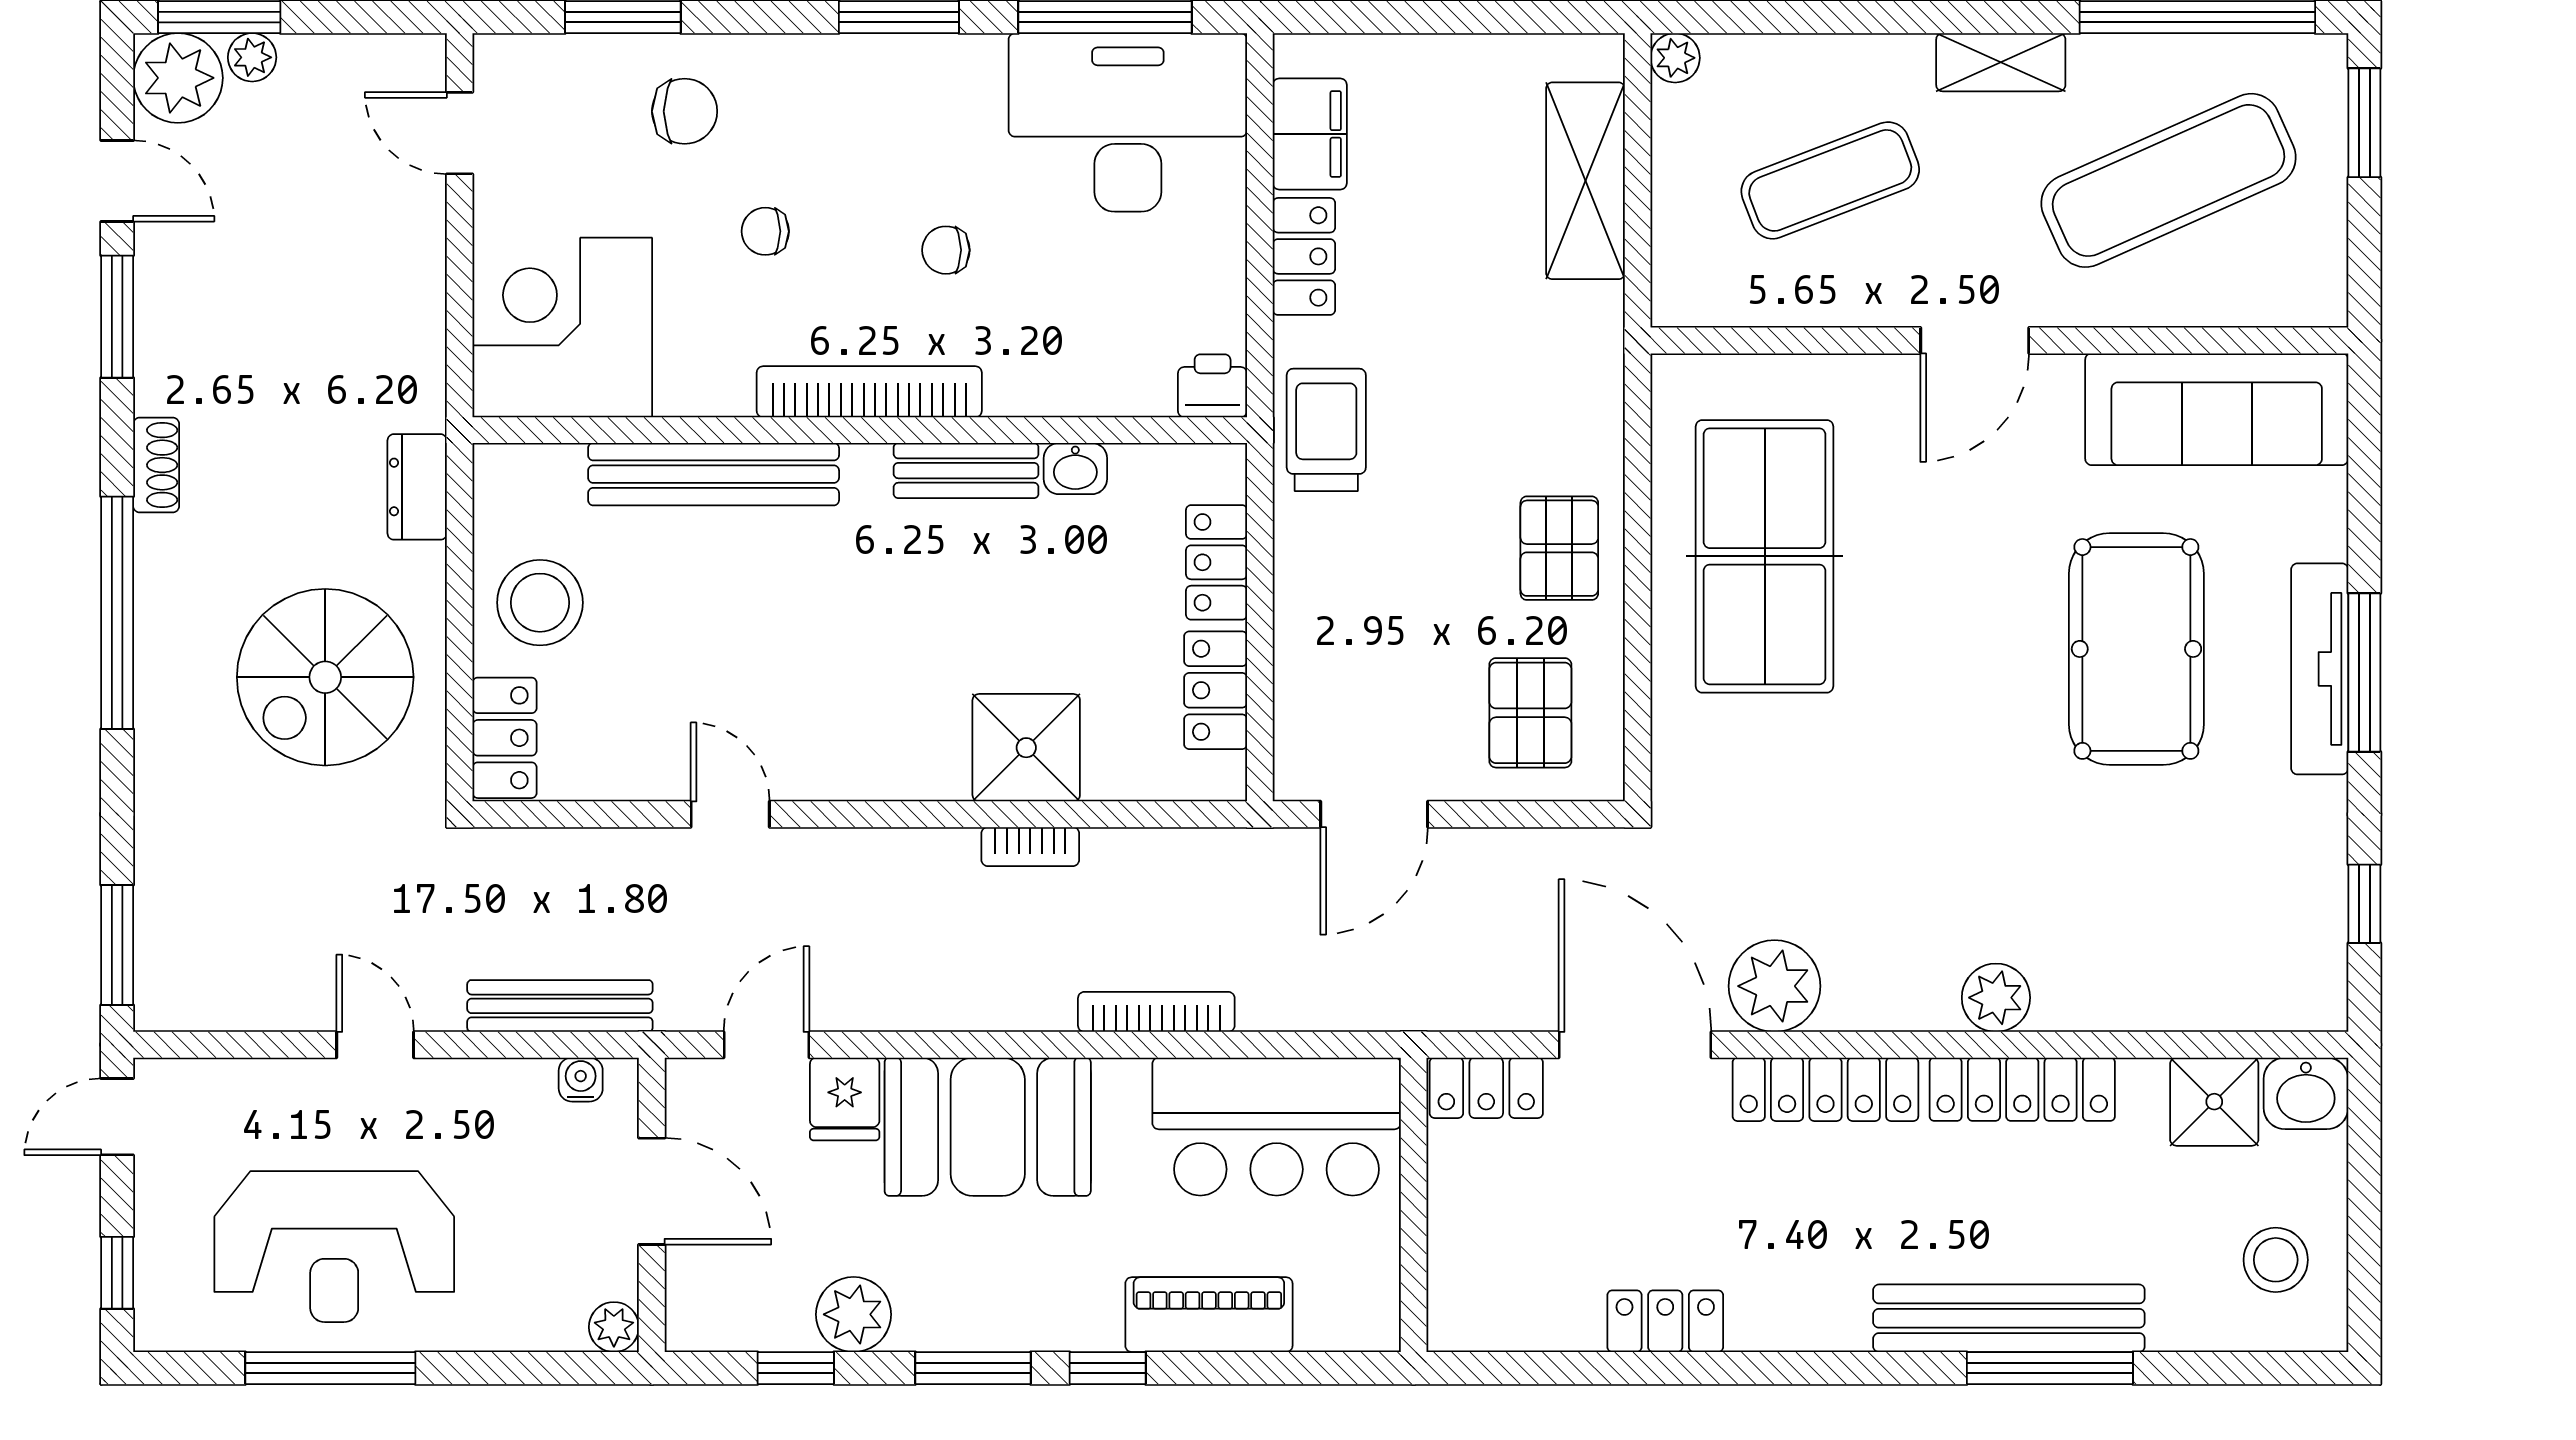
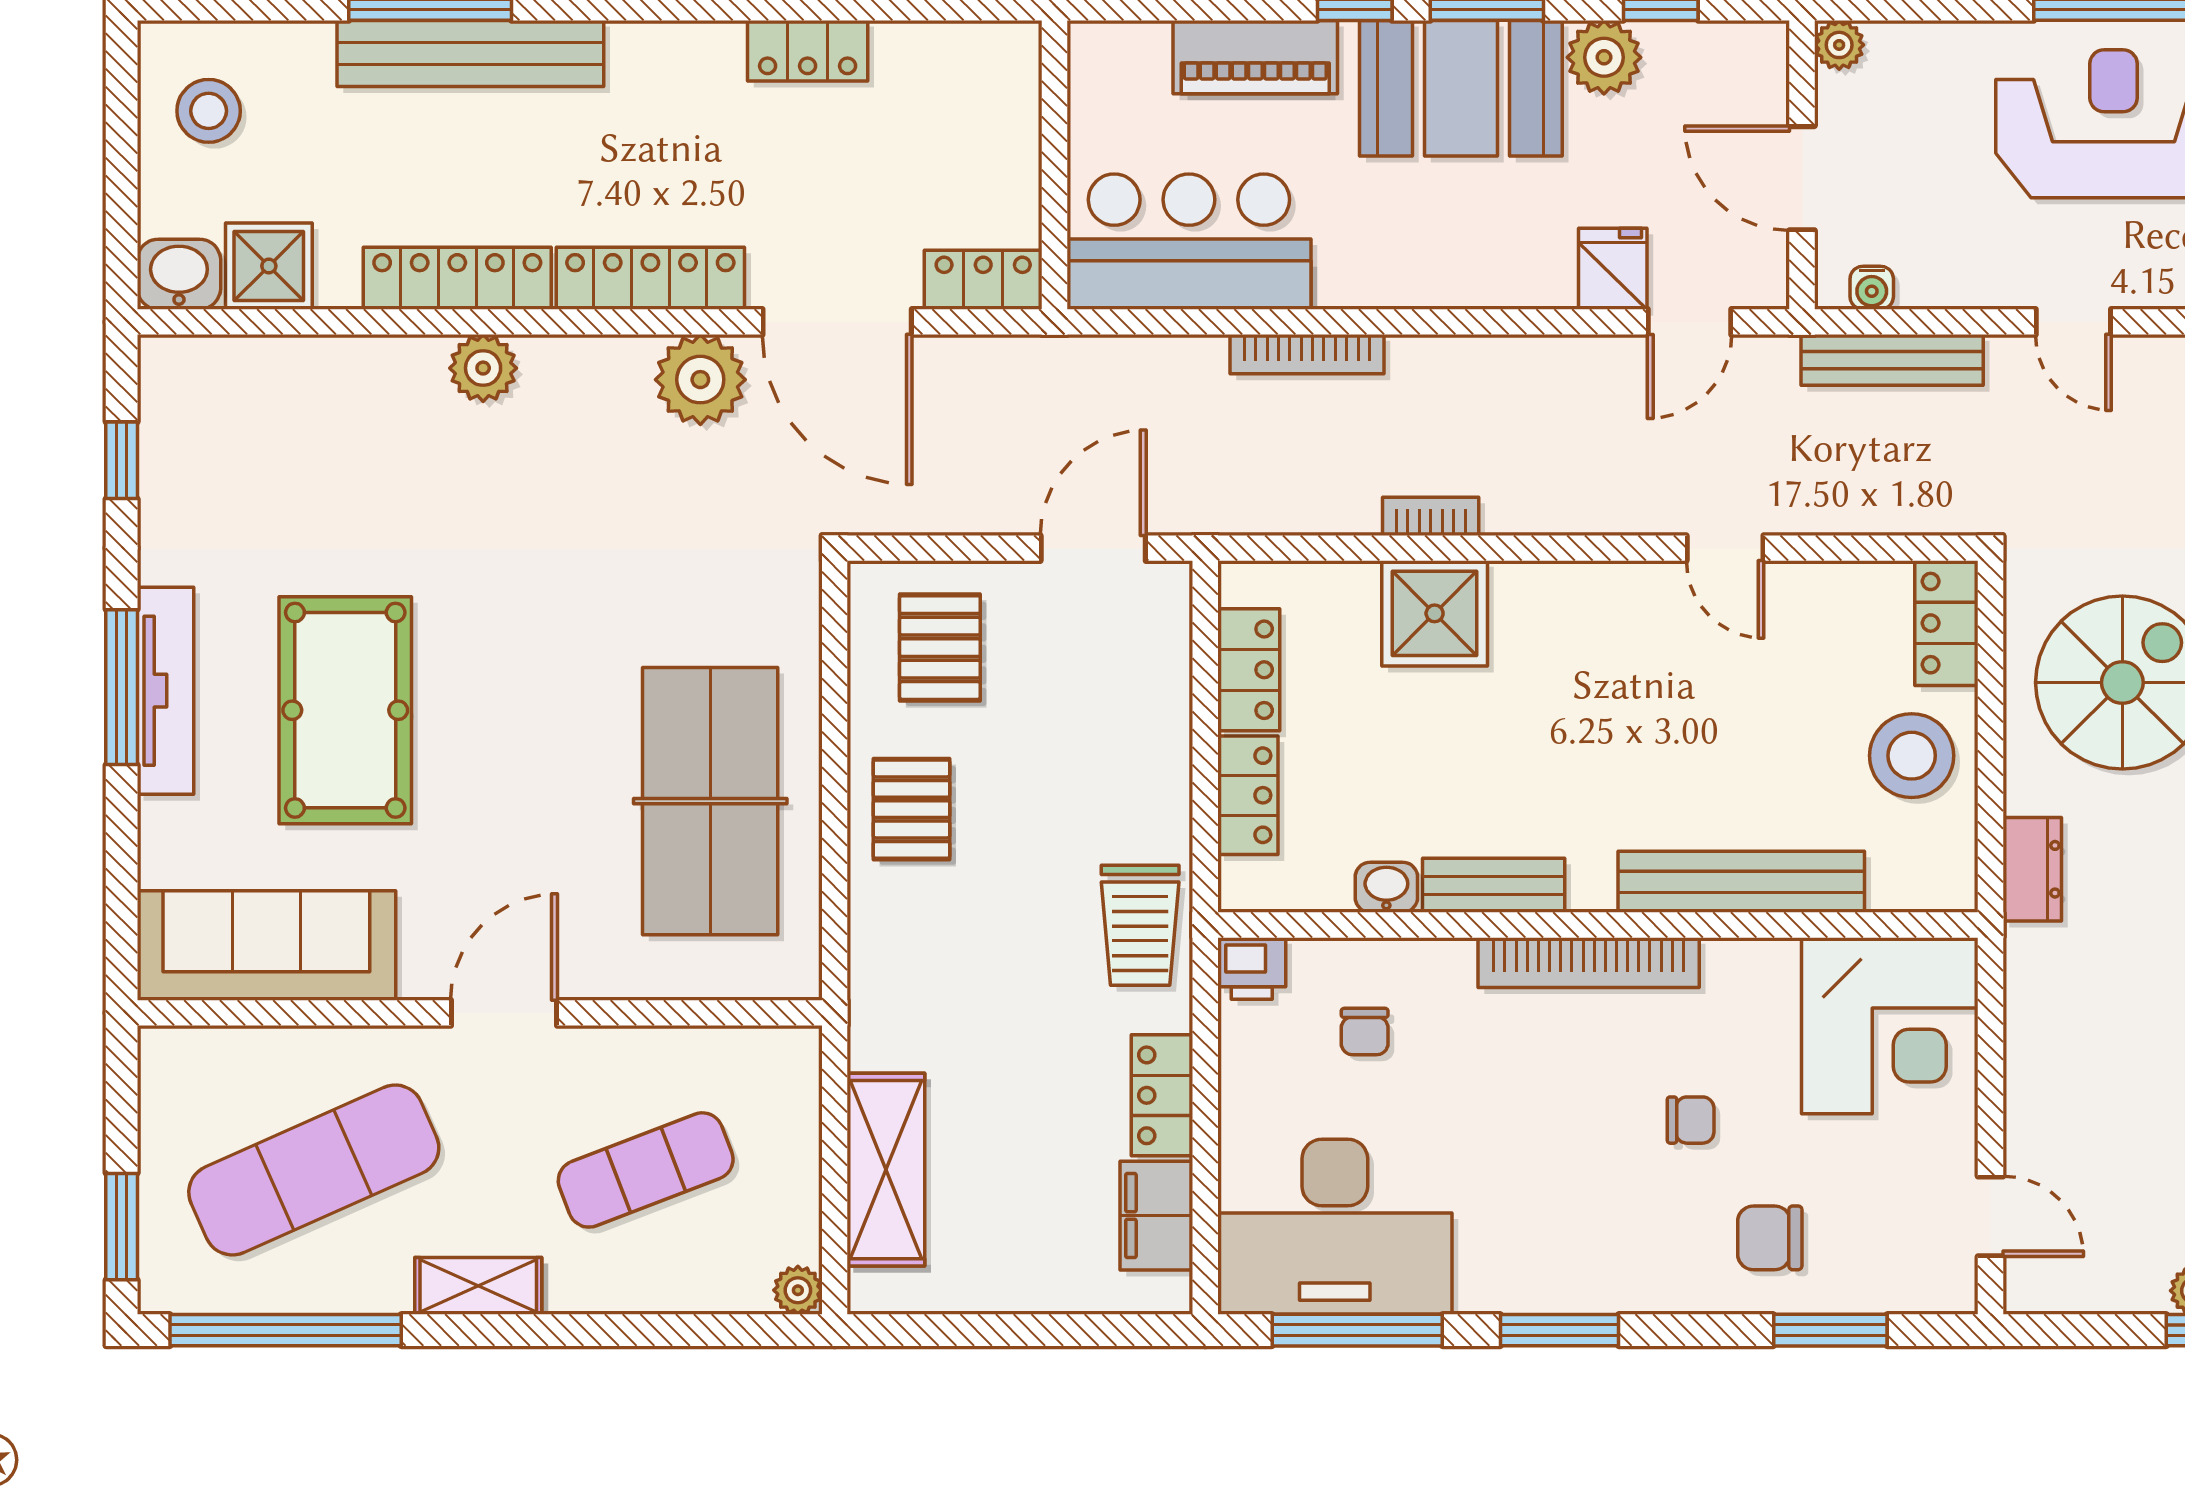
chair: (946, 250) -> (1365, 1032), moved, turned 90
booth: (988, 1127) -> (1461, 88), moved

